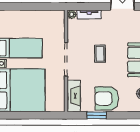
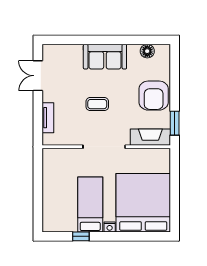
plant: (72, 14) -> (48, 140), removed
window: (97, 115) -> (175, 123), moved

